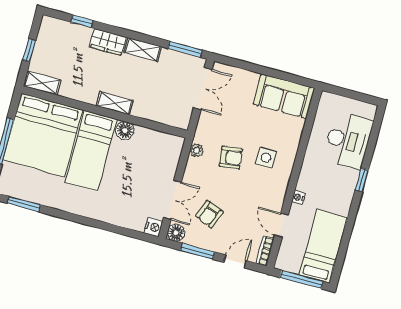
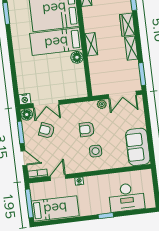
plant: (197, 150) -> (102, 104), moved
armchair: (231, 158) -> (87, 129), turned 97

